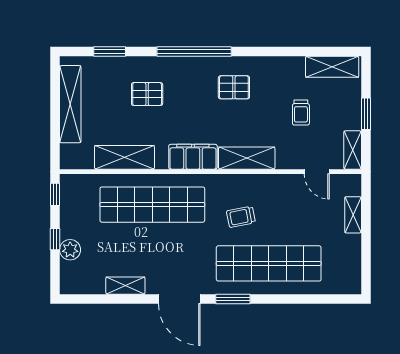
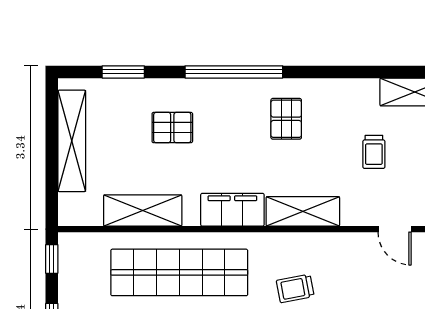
pallet: (234, 87) -> (286, 119), turned 90

